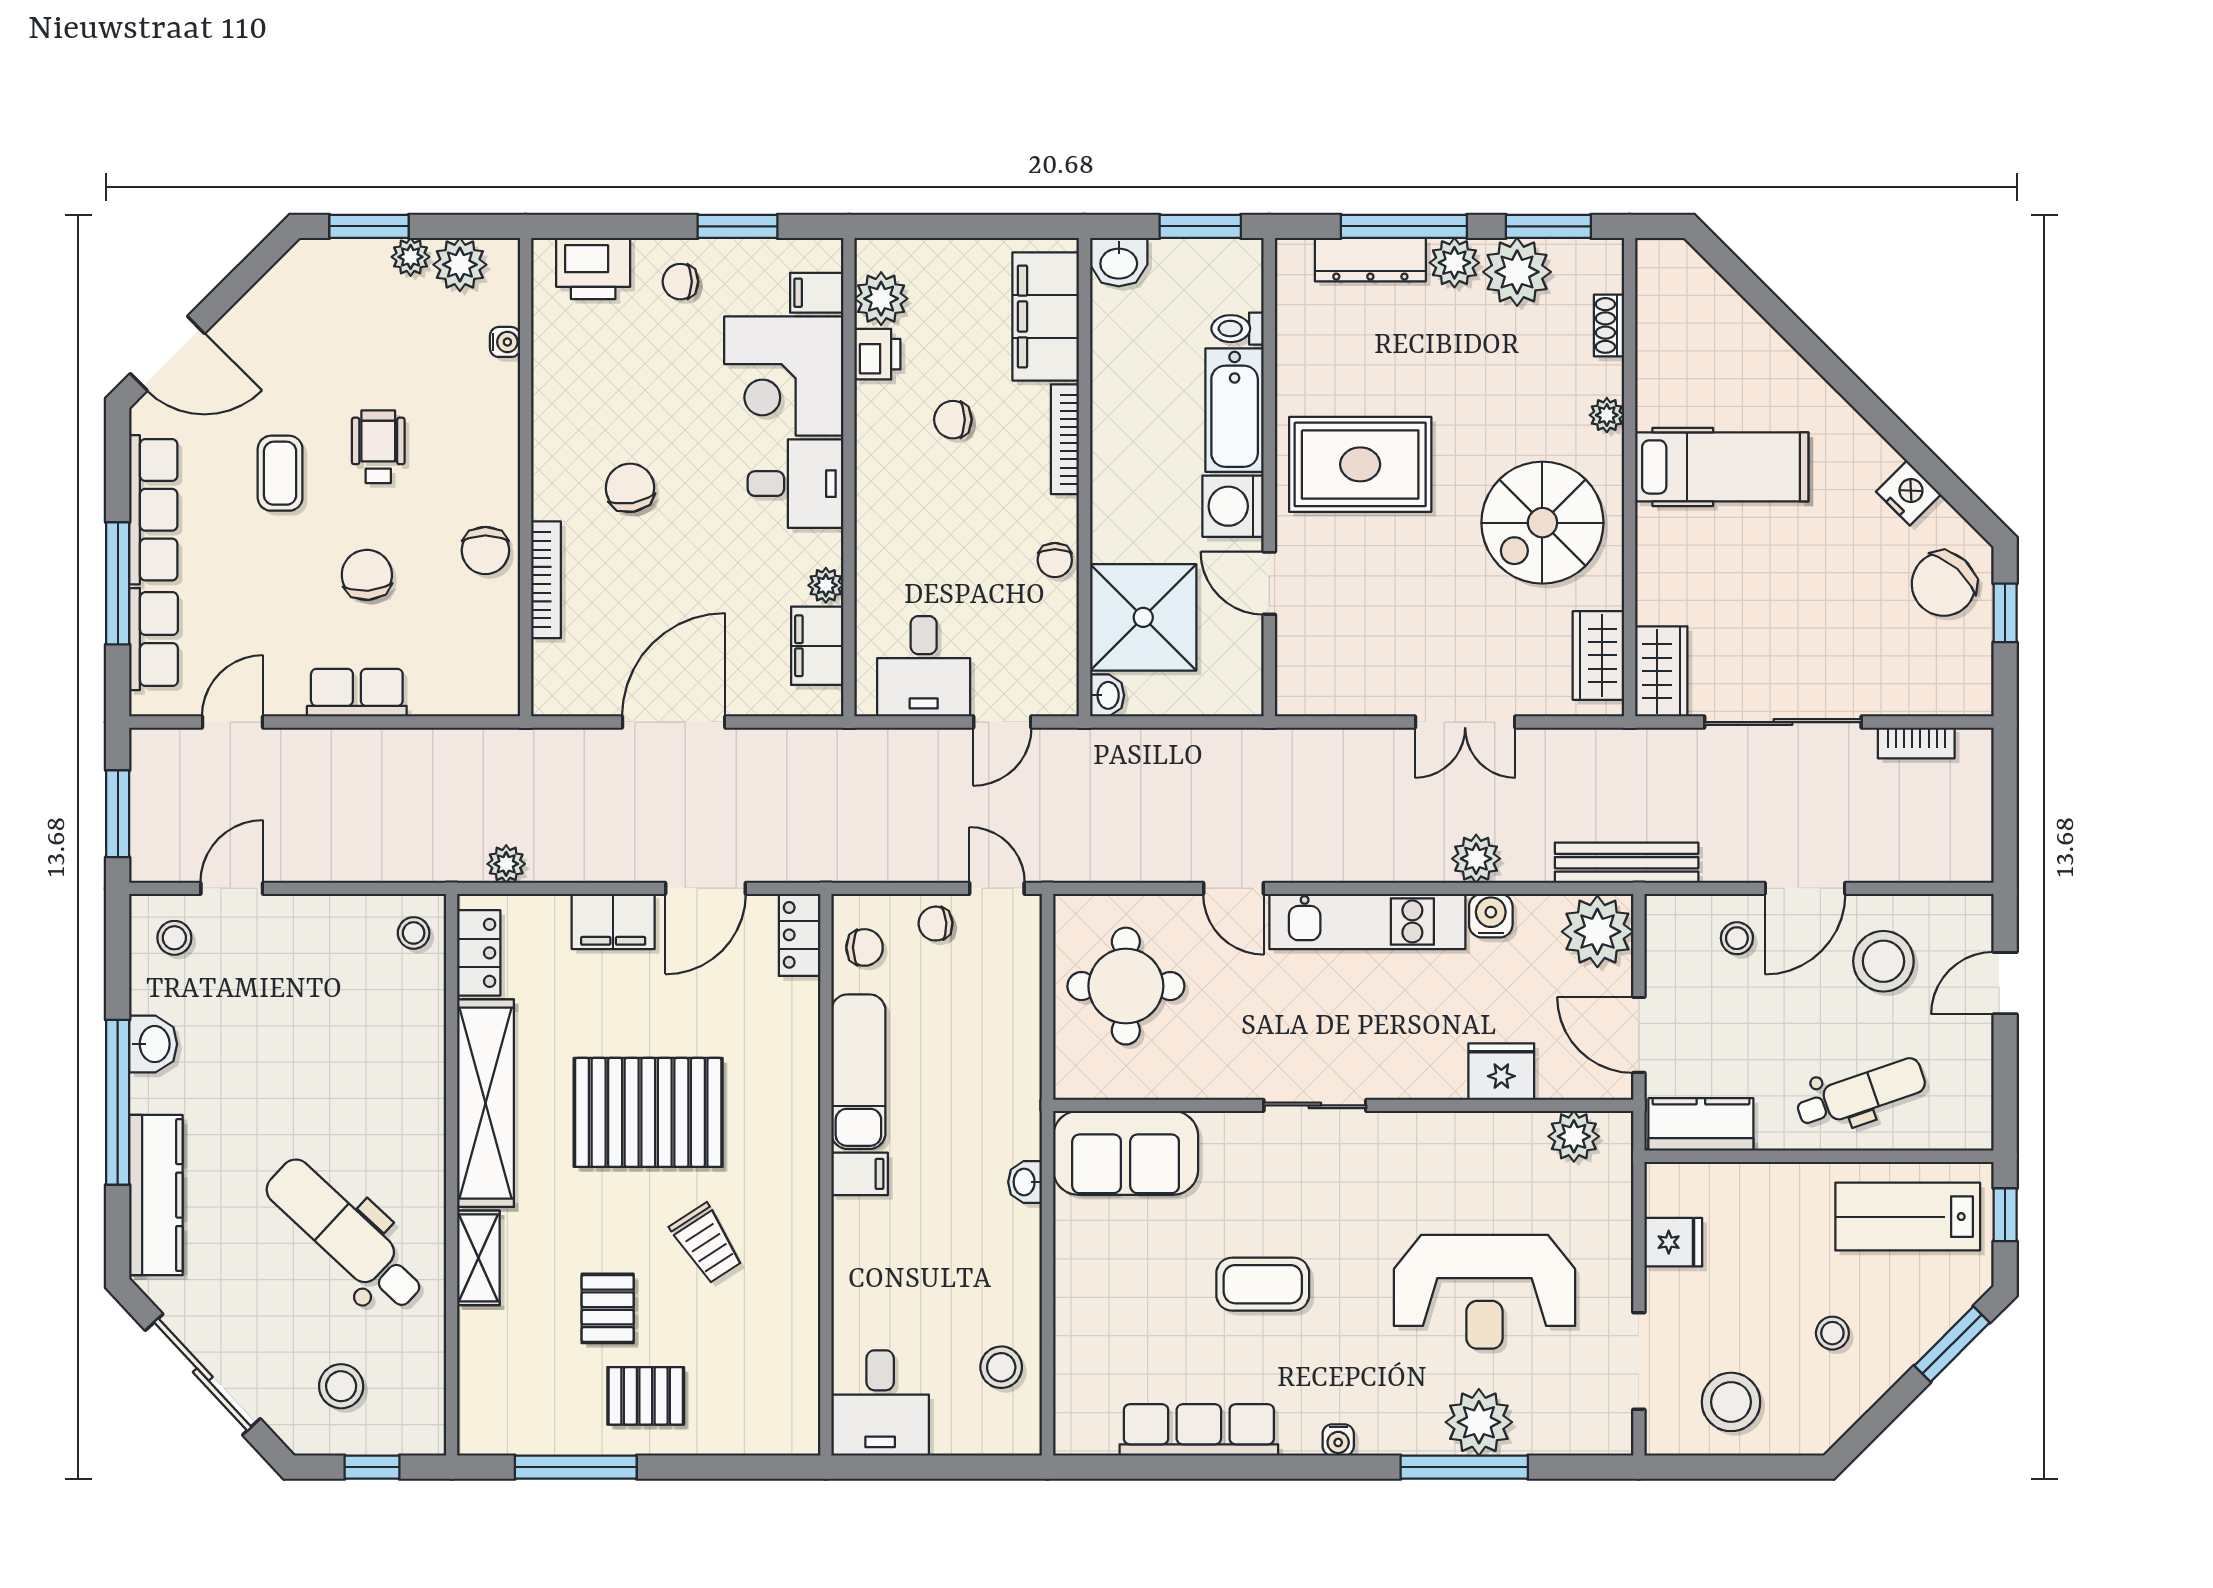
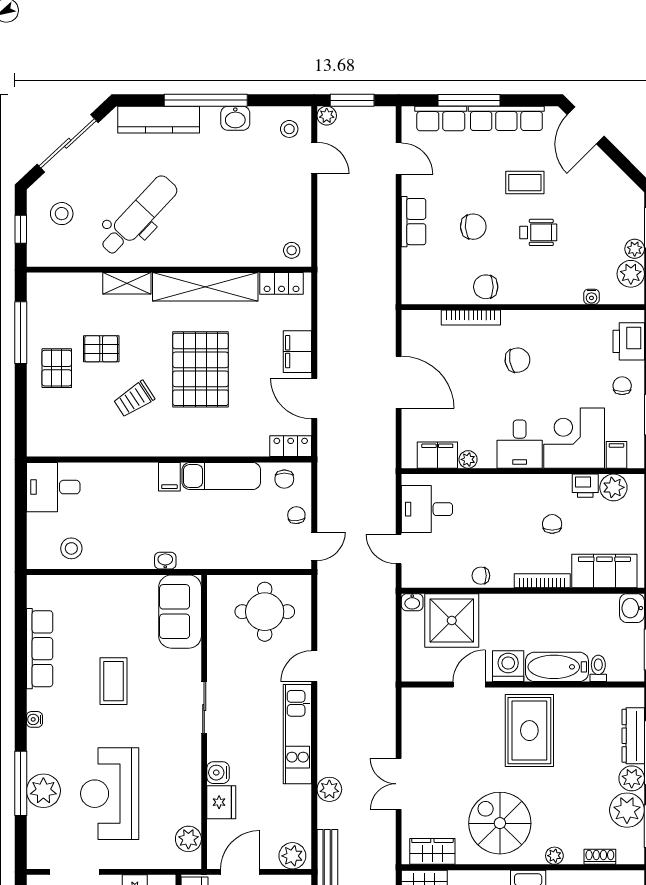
plant: (506, 864) -> (327, 116), moved
water cooler: (1491, 916) -> (218, 773), moved, turned 180
plant: (1597, 932) -> (292, 856), width x0.73, depth x0.73

